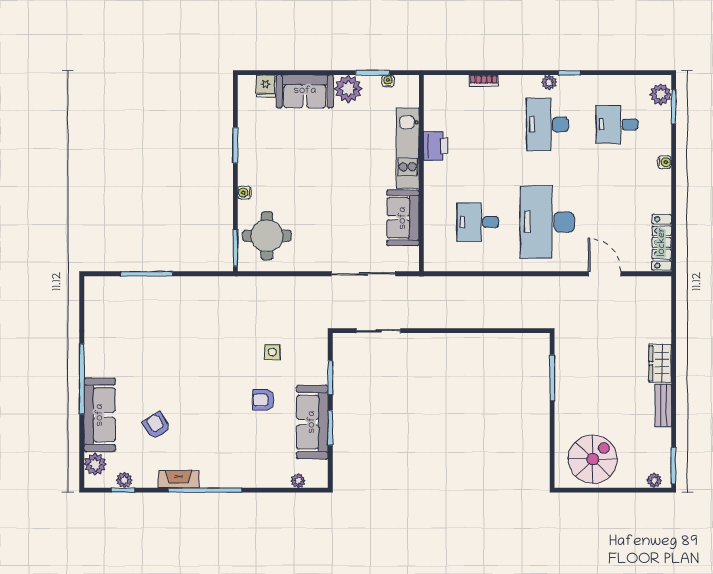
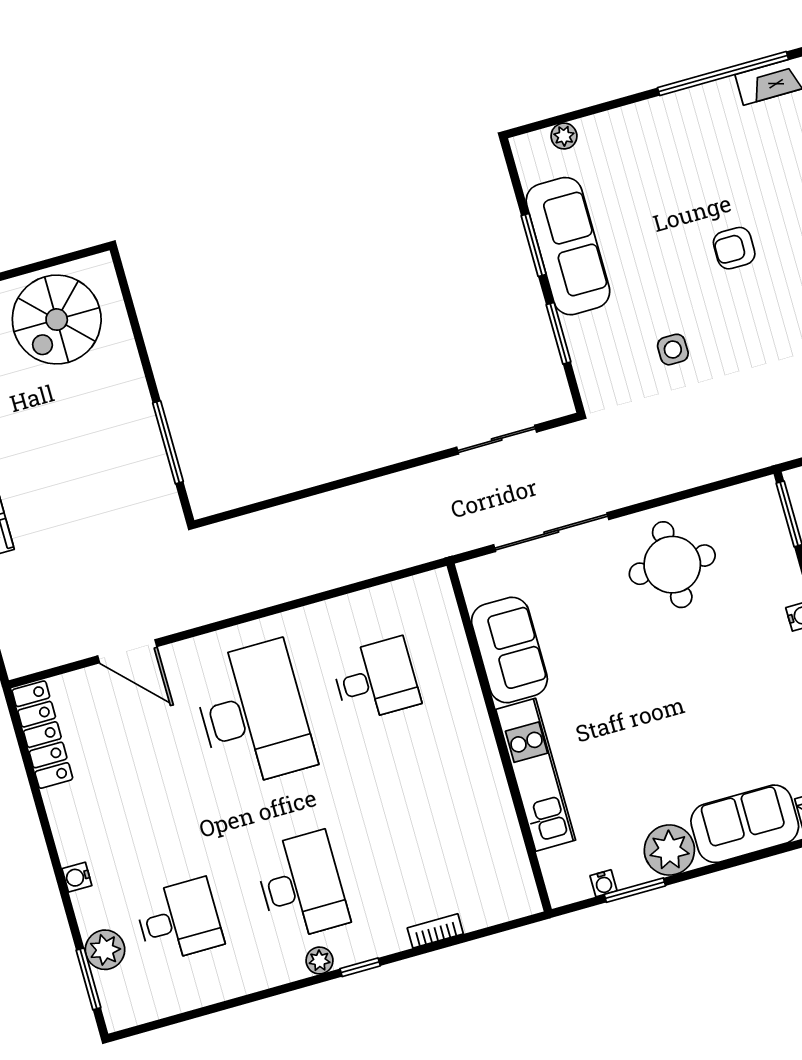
window: (569, 73) -> (360, 967), moved
plant: (661, 94) -> (105, 950), moved
printer: (436, 146) -> (488, 792), removed
round table: (267, 236) -> (672, 565), moved
armchair: (263, 400) -> (734, 248), moved, turned 180

